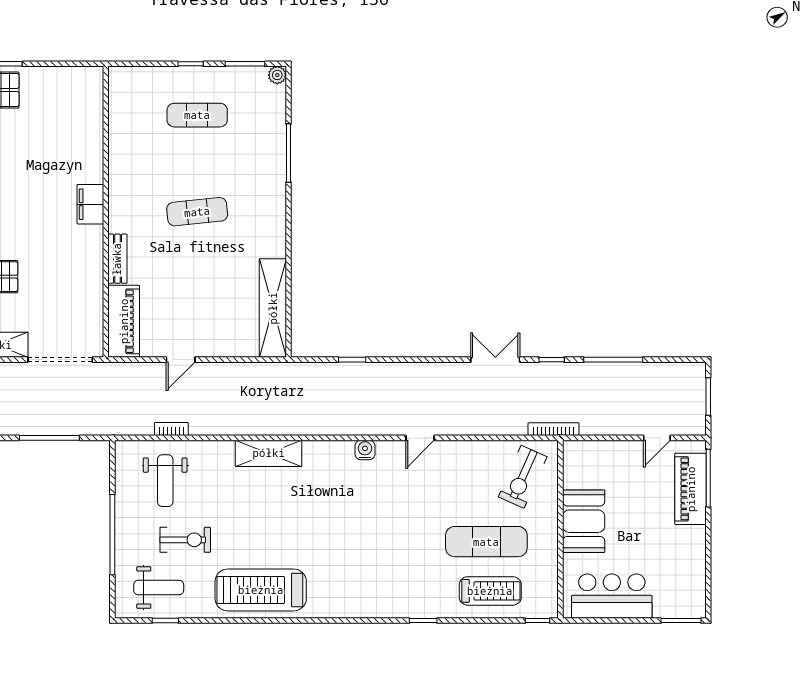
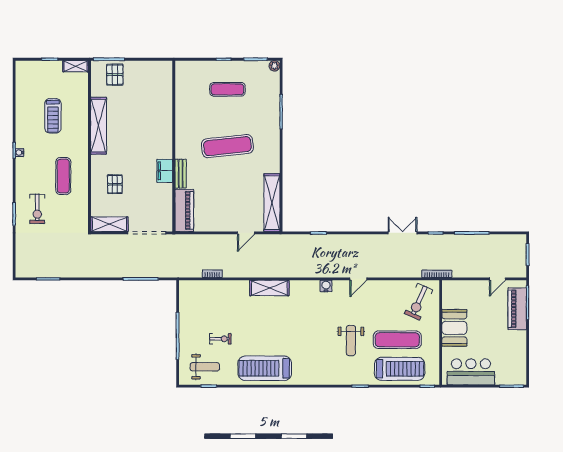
filing cabinet: (90, 204) -> (165, 171), moved
exercise mat: (197, 212) -> (227, 146), width x1.36, depth x1.45
door: (181, 360) -> (246, 233), moved
weight bench: (165, 481) -> (351, 340), moved
exercise bike: (185, 540) -> (220, 339), width x0.73, depth x0.72
treadmill: (490, 591) -> (400, 369), width x1.37, depth x1.38

